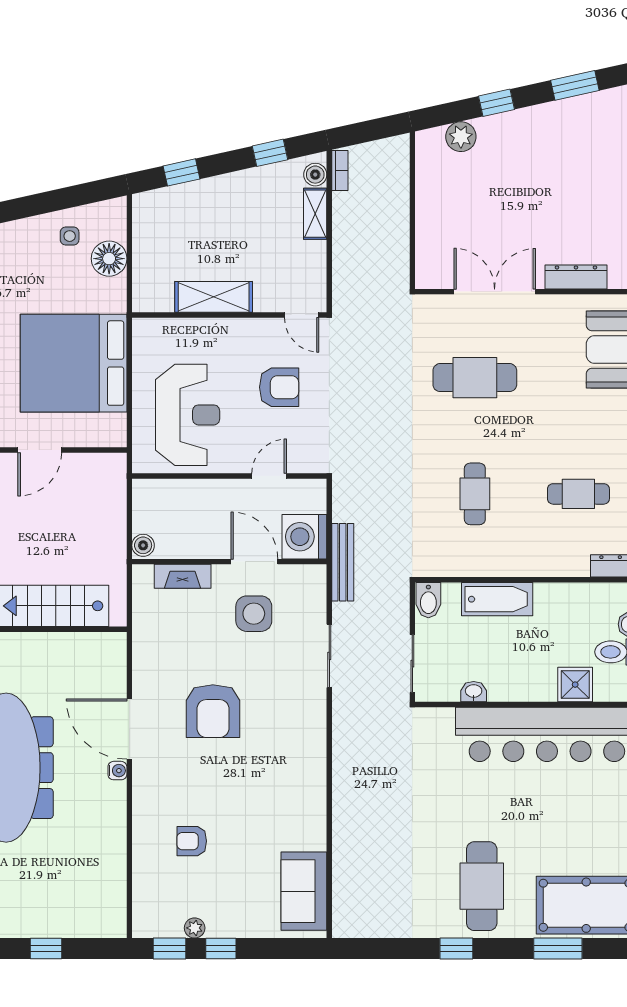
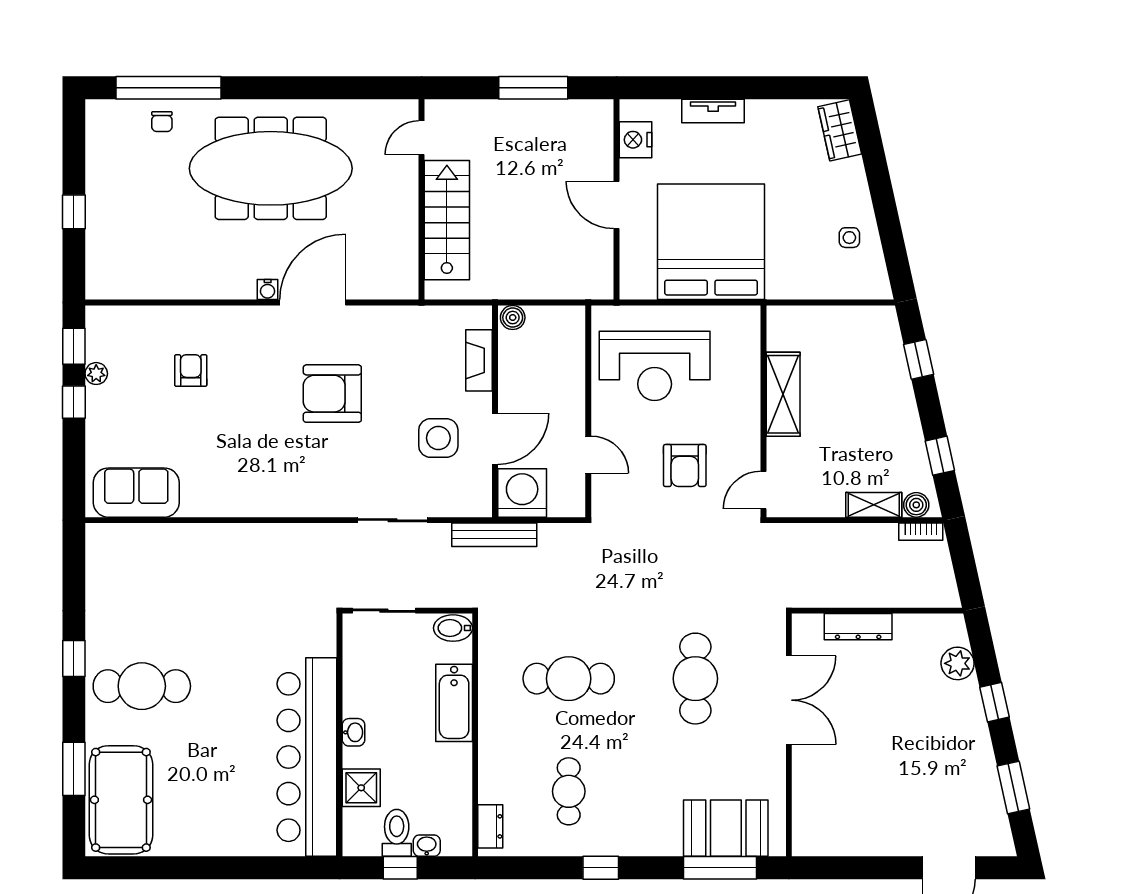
floor lamp: (109, 259) -> (825, 280), removed
dresser: (576, 277) -> (858, 627), moved, turned 90
cafe table: (475, 494) -> (569, 679), width x1.37, depth x1.35
washbasin: (474, 692) -> (354, 732), moved

